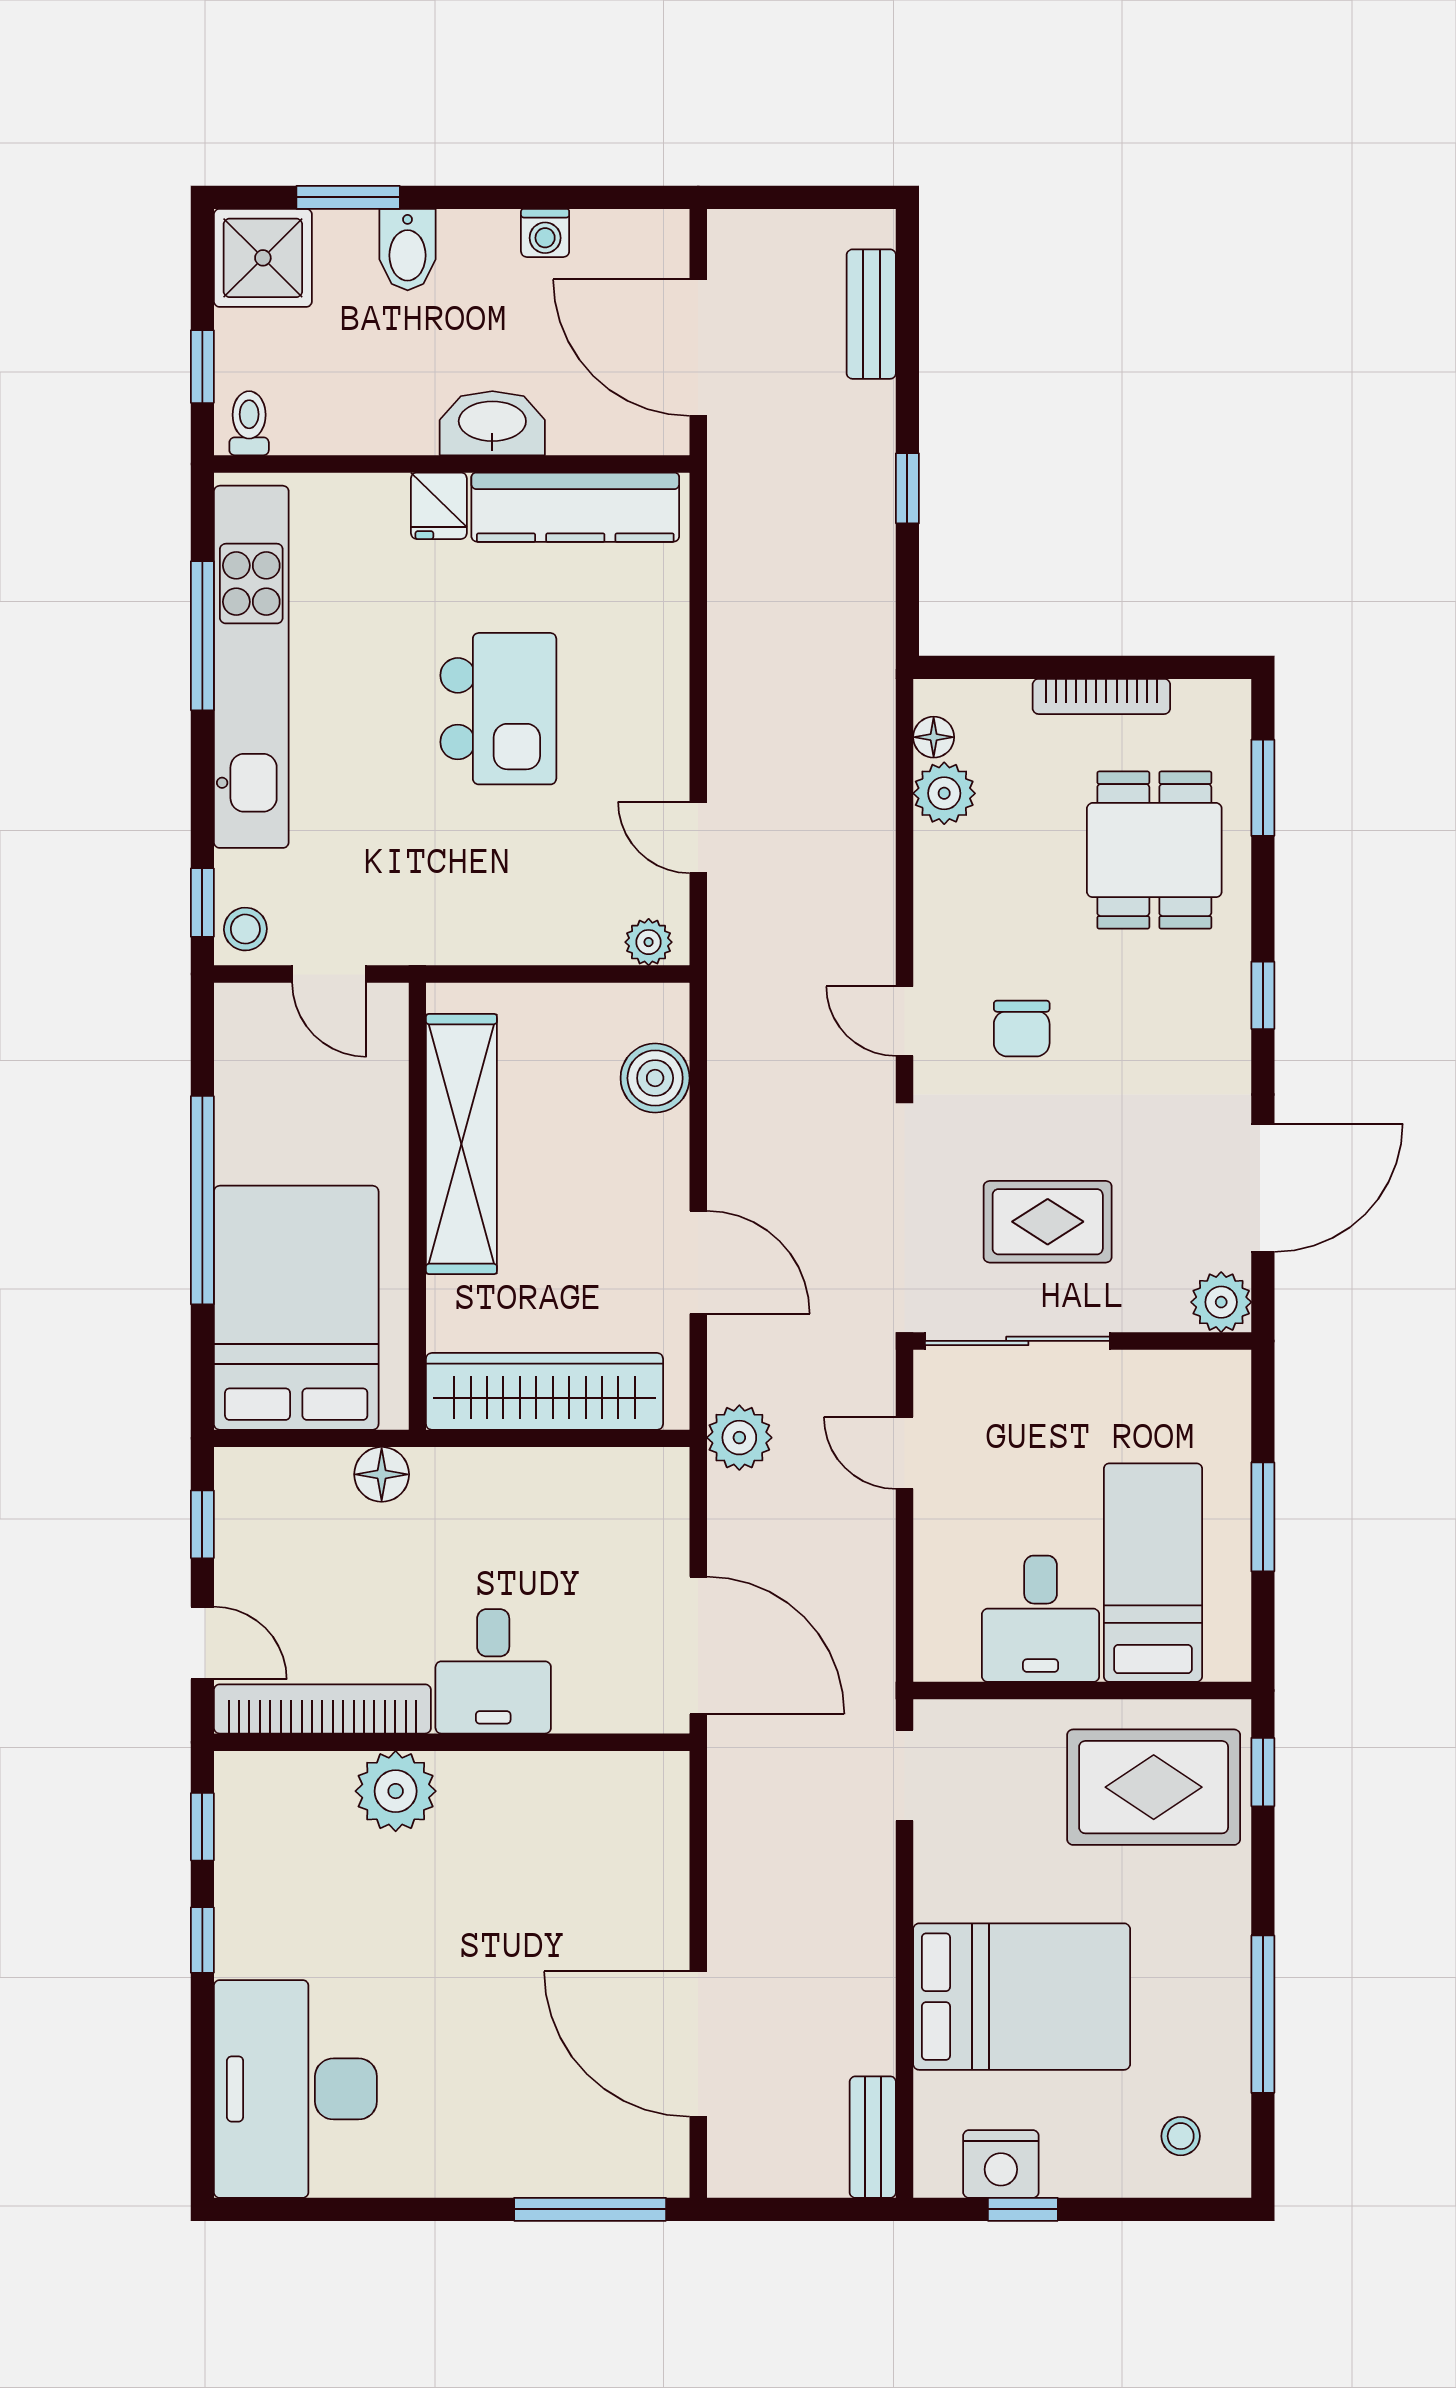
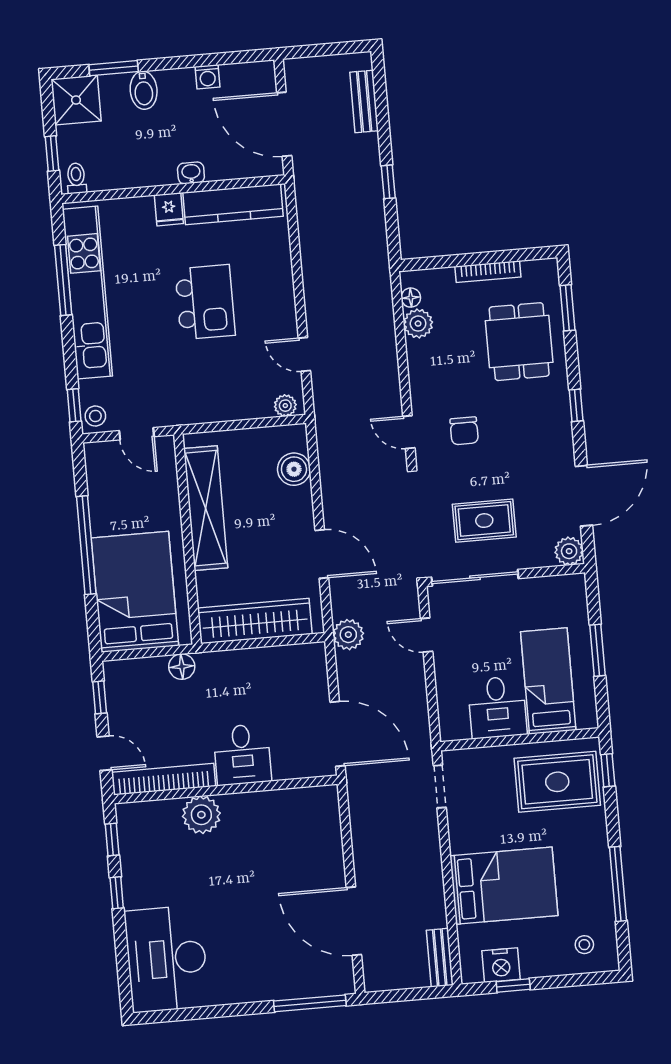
washbasin: (492, 423) -> (191, 173), width x0.52, depth x0.69

